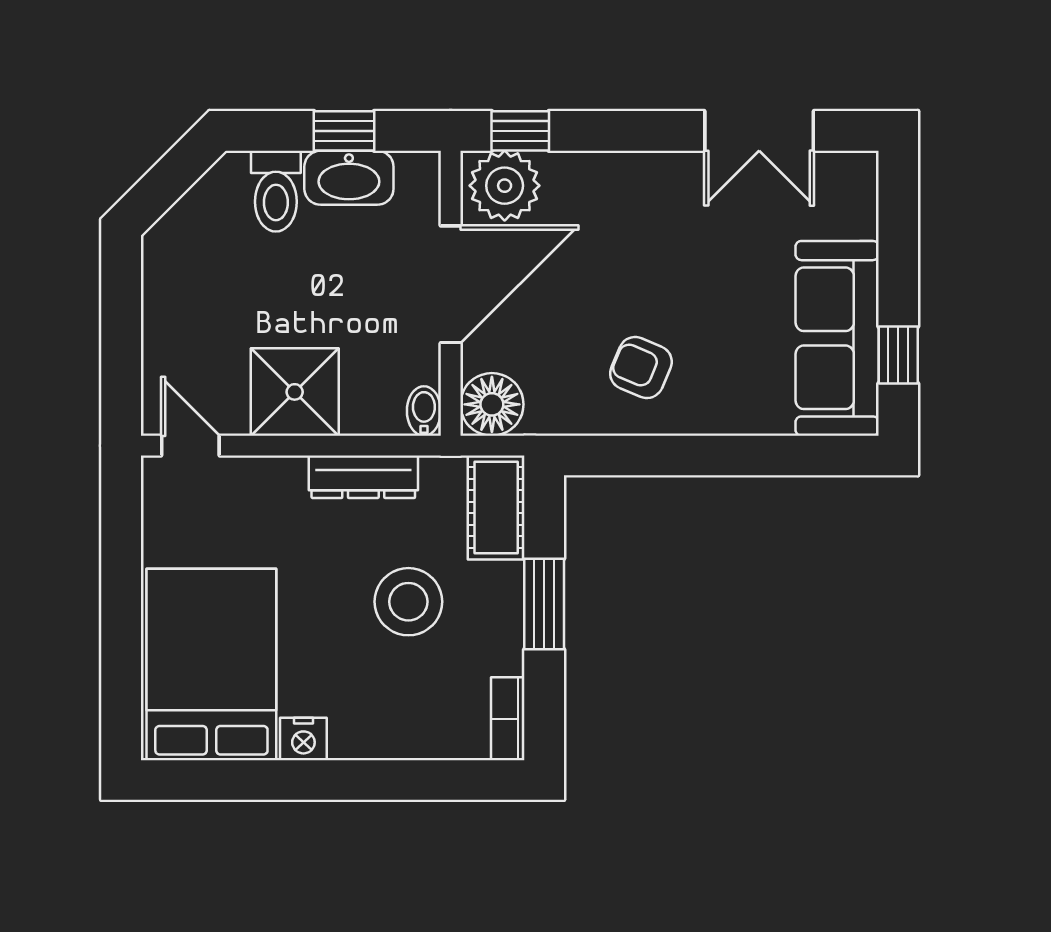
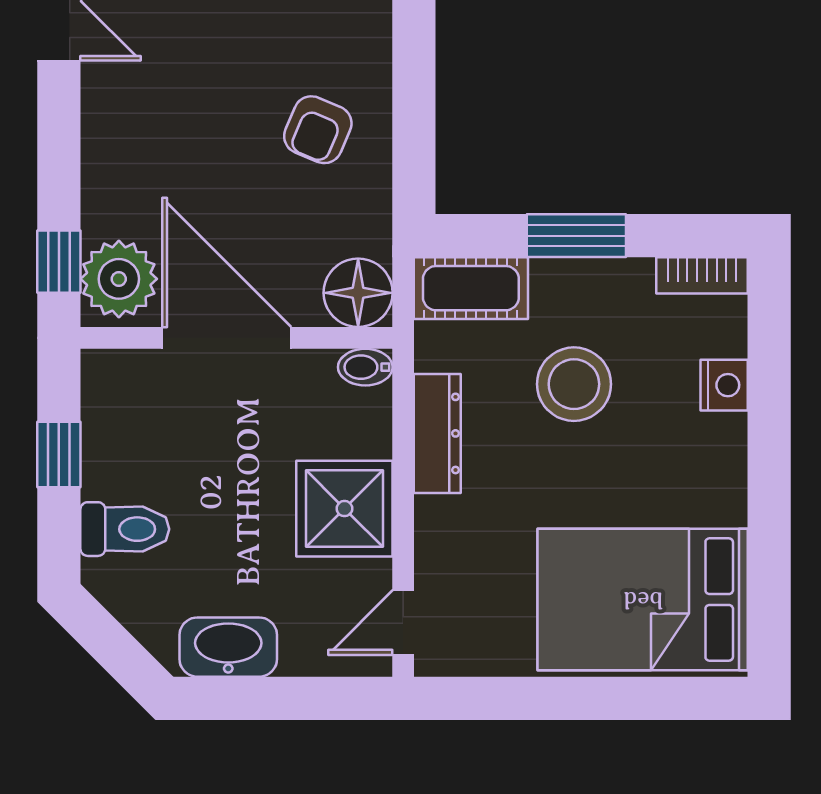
washbasin: (349, 178) -> (228, 647), moved, turned -90
nightstand: (303, 739) -> (724, 385), moved

